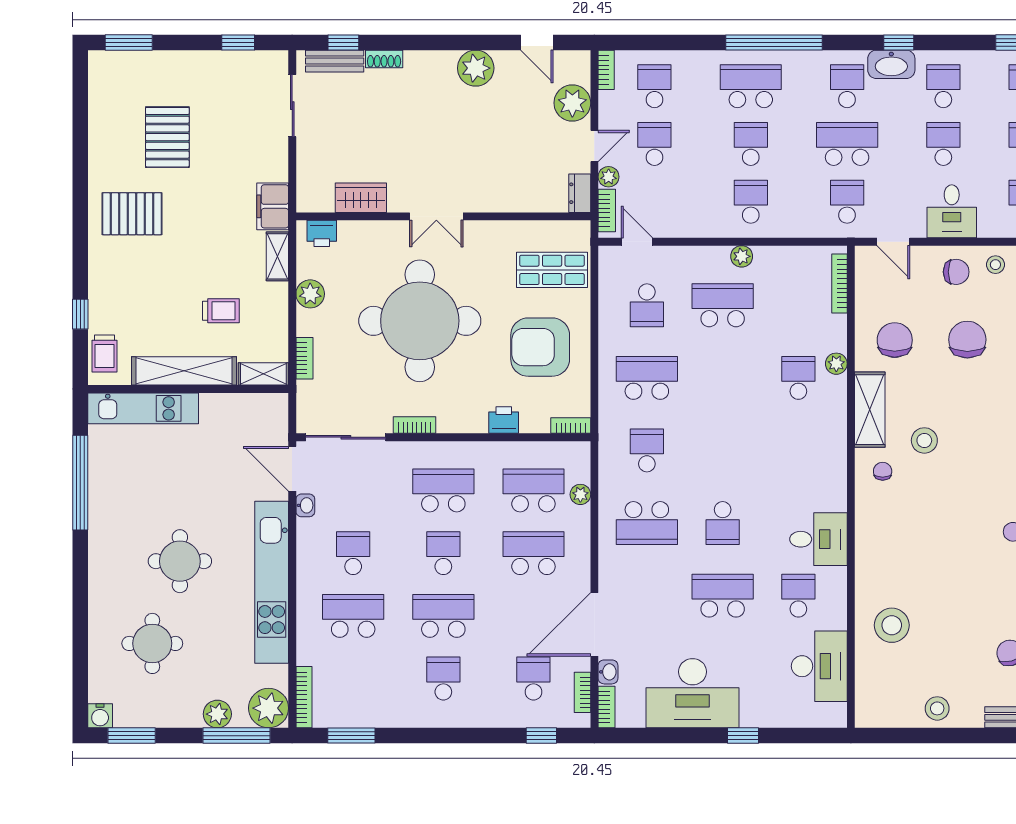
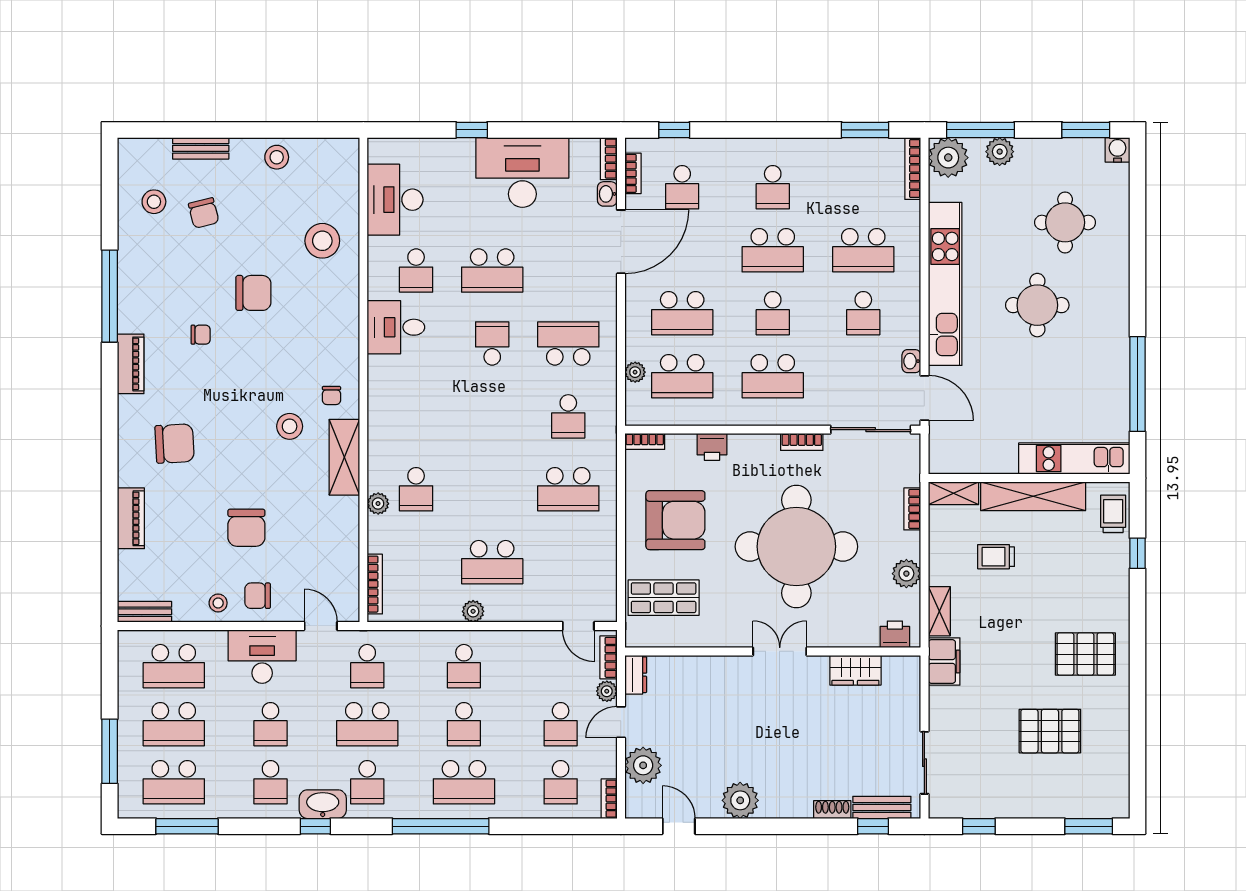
pallet: (167, 137) -> (1050, 731), turned 90
desk: (952, 211) -> (262, 657), width x1.37
school desk: (647, 305) -> (568, 562), removed
chair: (895, 340) -> (253, 293), moved, turned -90

